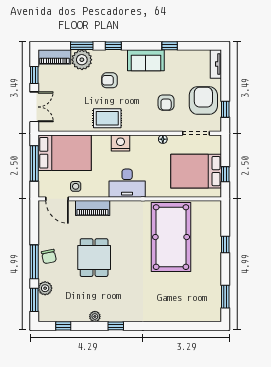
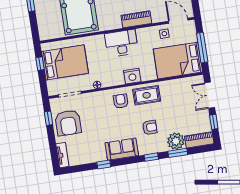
armchair: (166, 103) -> (121, 101), moved
piano: (93, 208) -> (136, 19), moved

